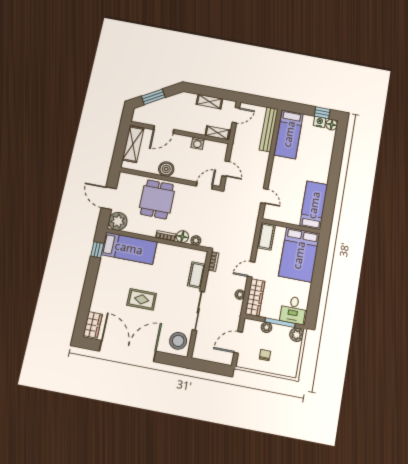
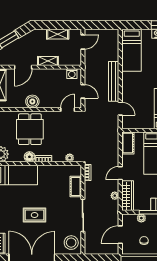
bench: (269, 129) -> (114, 81), moved
shelving: (217, 133) -> (48, 61), moved
washing machine: (198, 143) -> (72, 74), moved
floor lamp: (182, 237) -> (29, 157), moved

